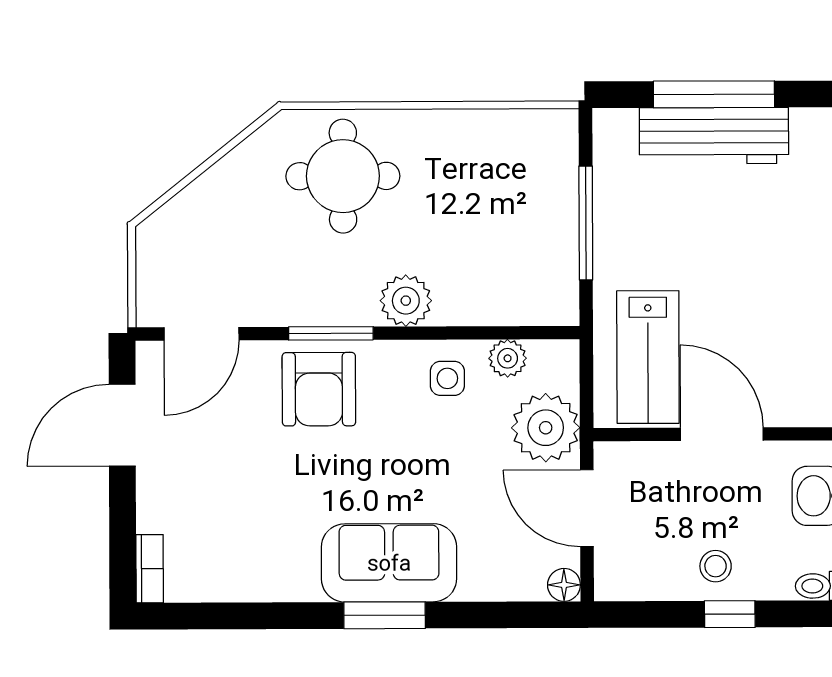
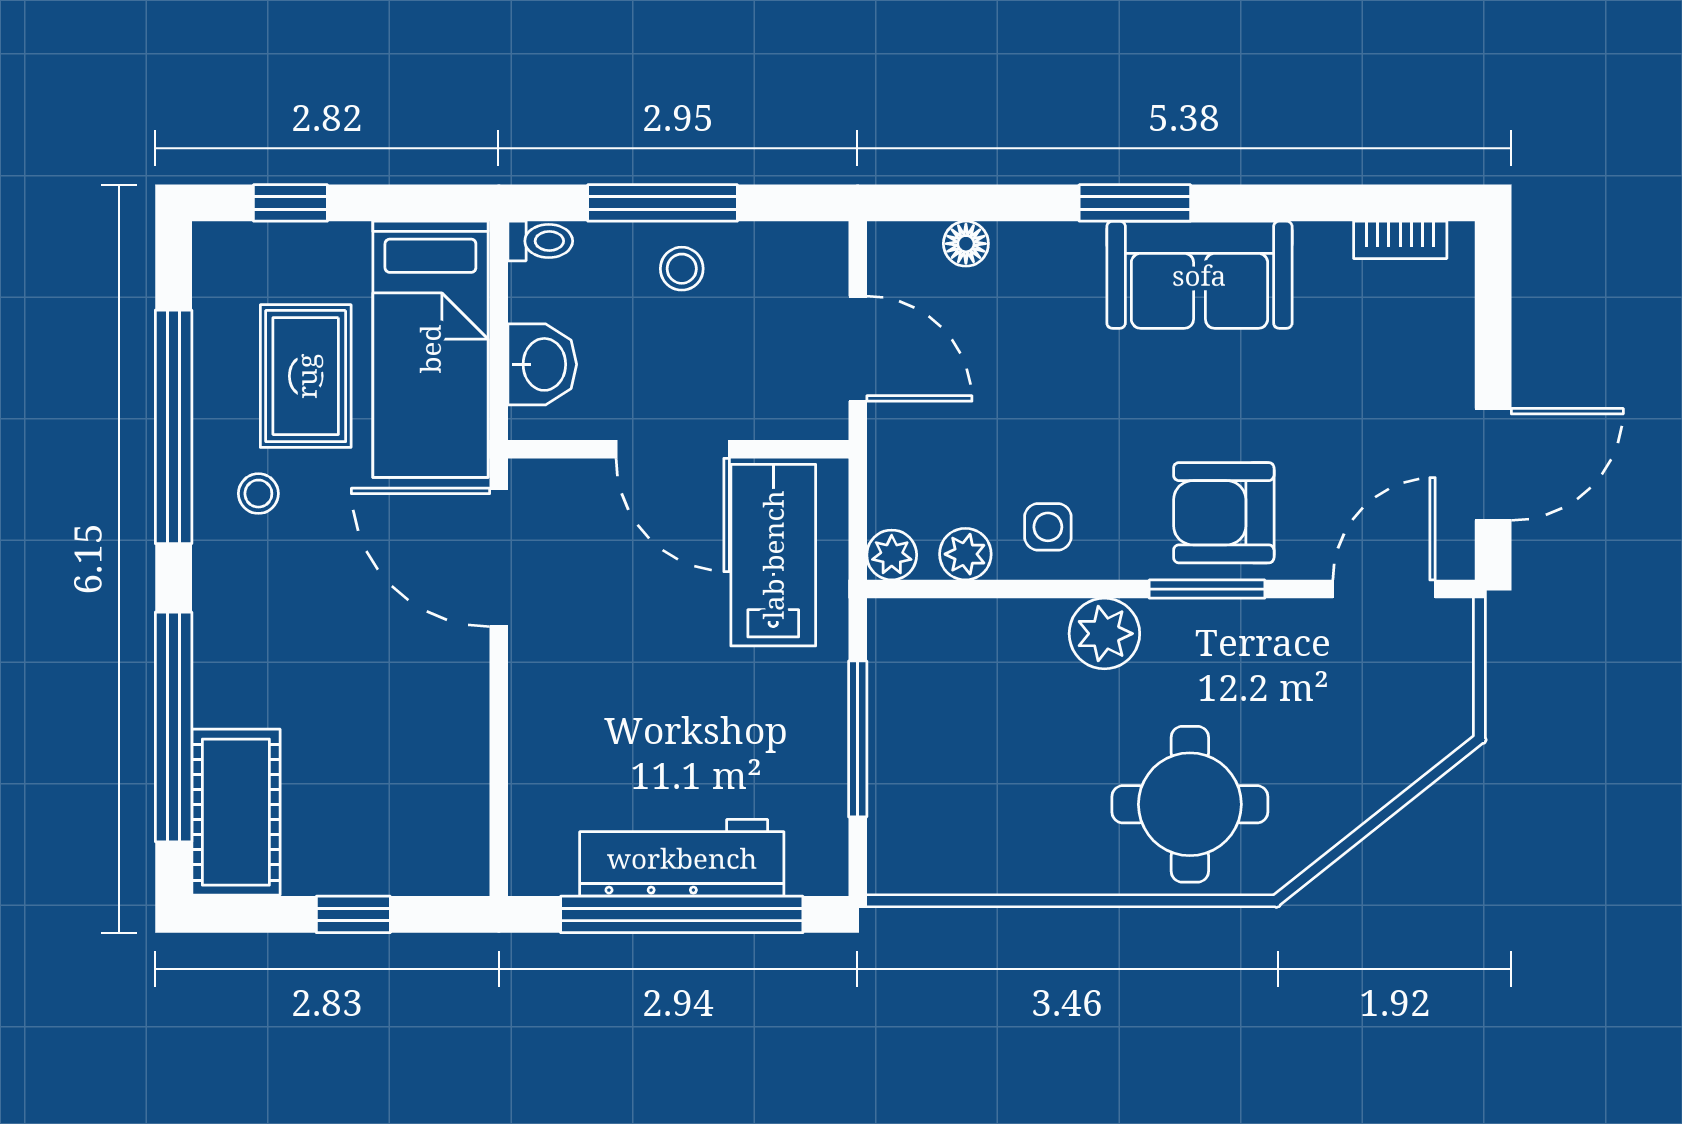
window: (714, 94) -> (682, 914), width x1.46
armchair: (319, 389) -> (1224, 513), turned -90
plant: (546, 428) -> (892, 555), moved, width x0.53, depth x0.53
sofa: (389, 563) -> (1199, 275), moved
bookcase: (150, 569) -> (1400, 240), moved, turned -90
floor lamp: (564, 585) -> (966, 244), moved
window: (730, 614) -> (663, 203), width x2.17

